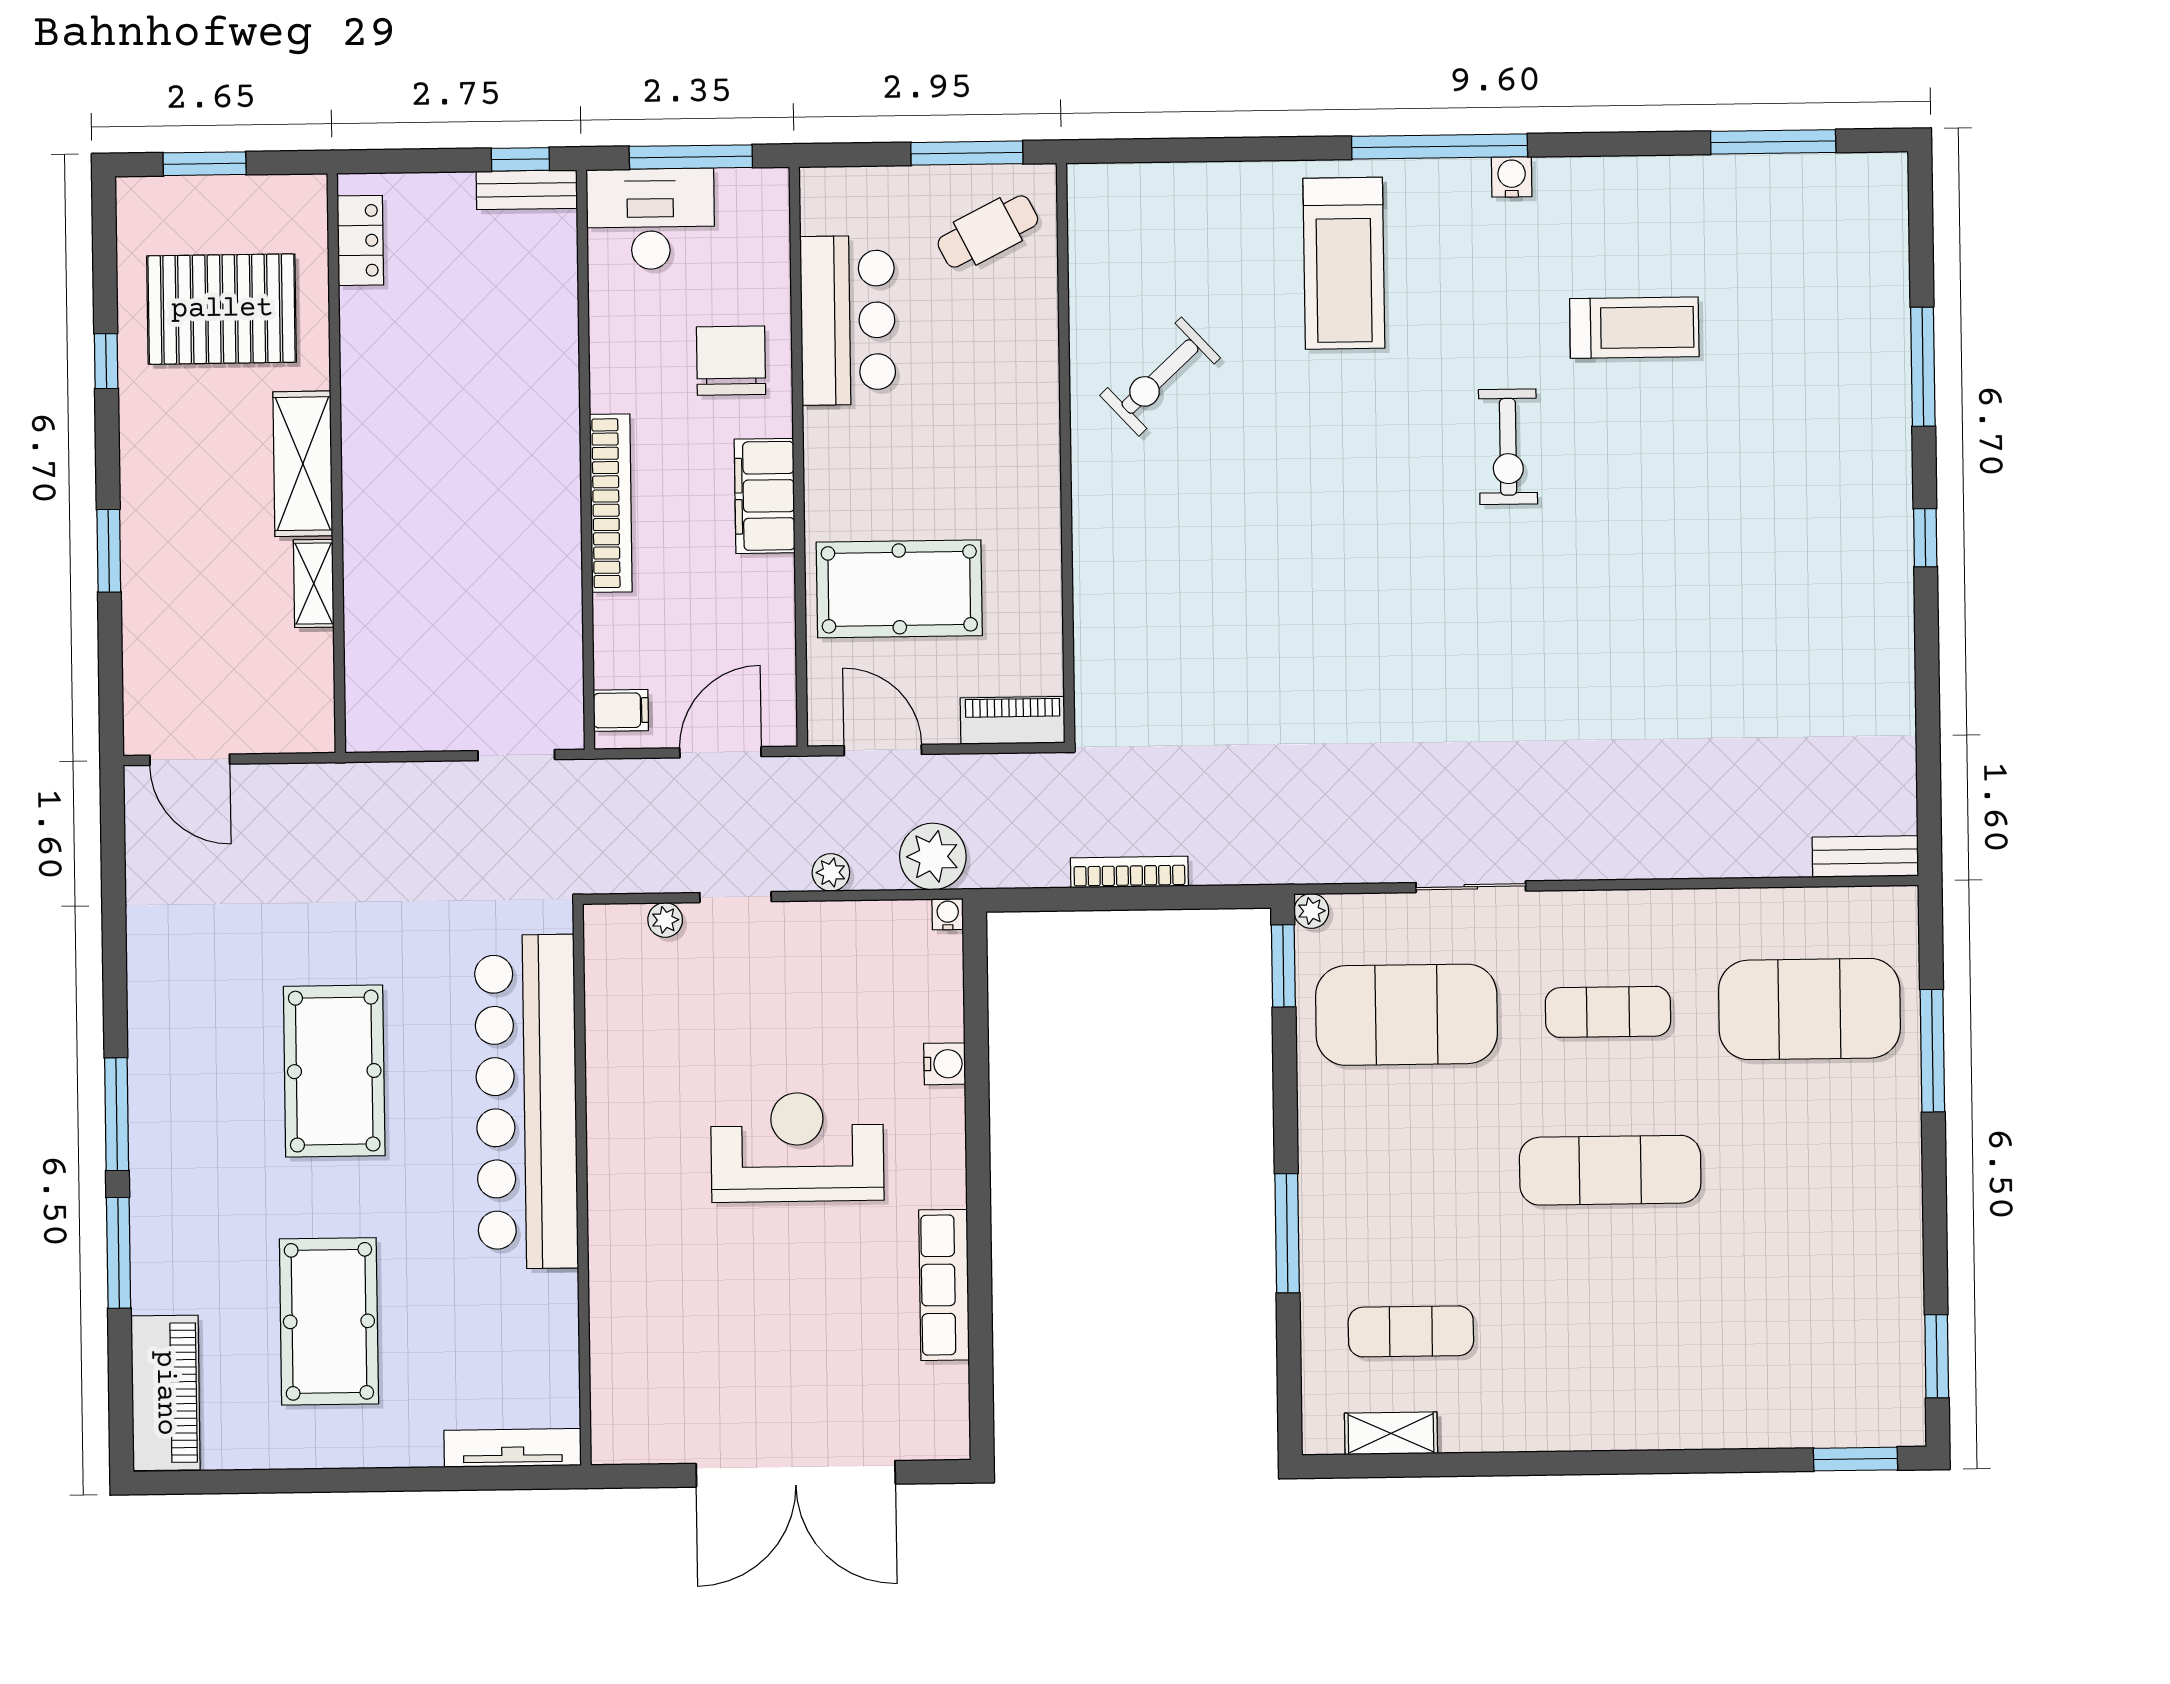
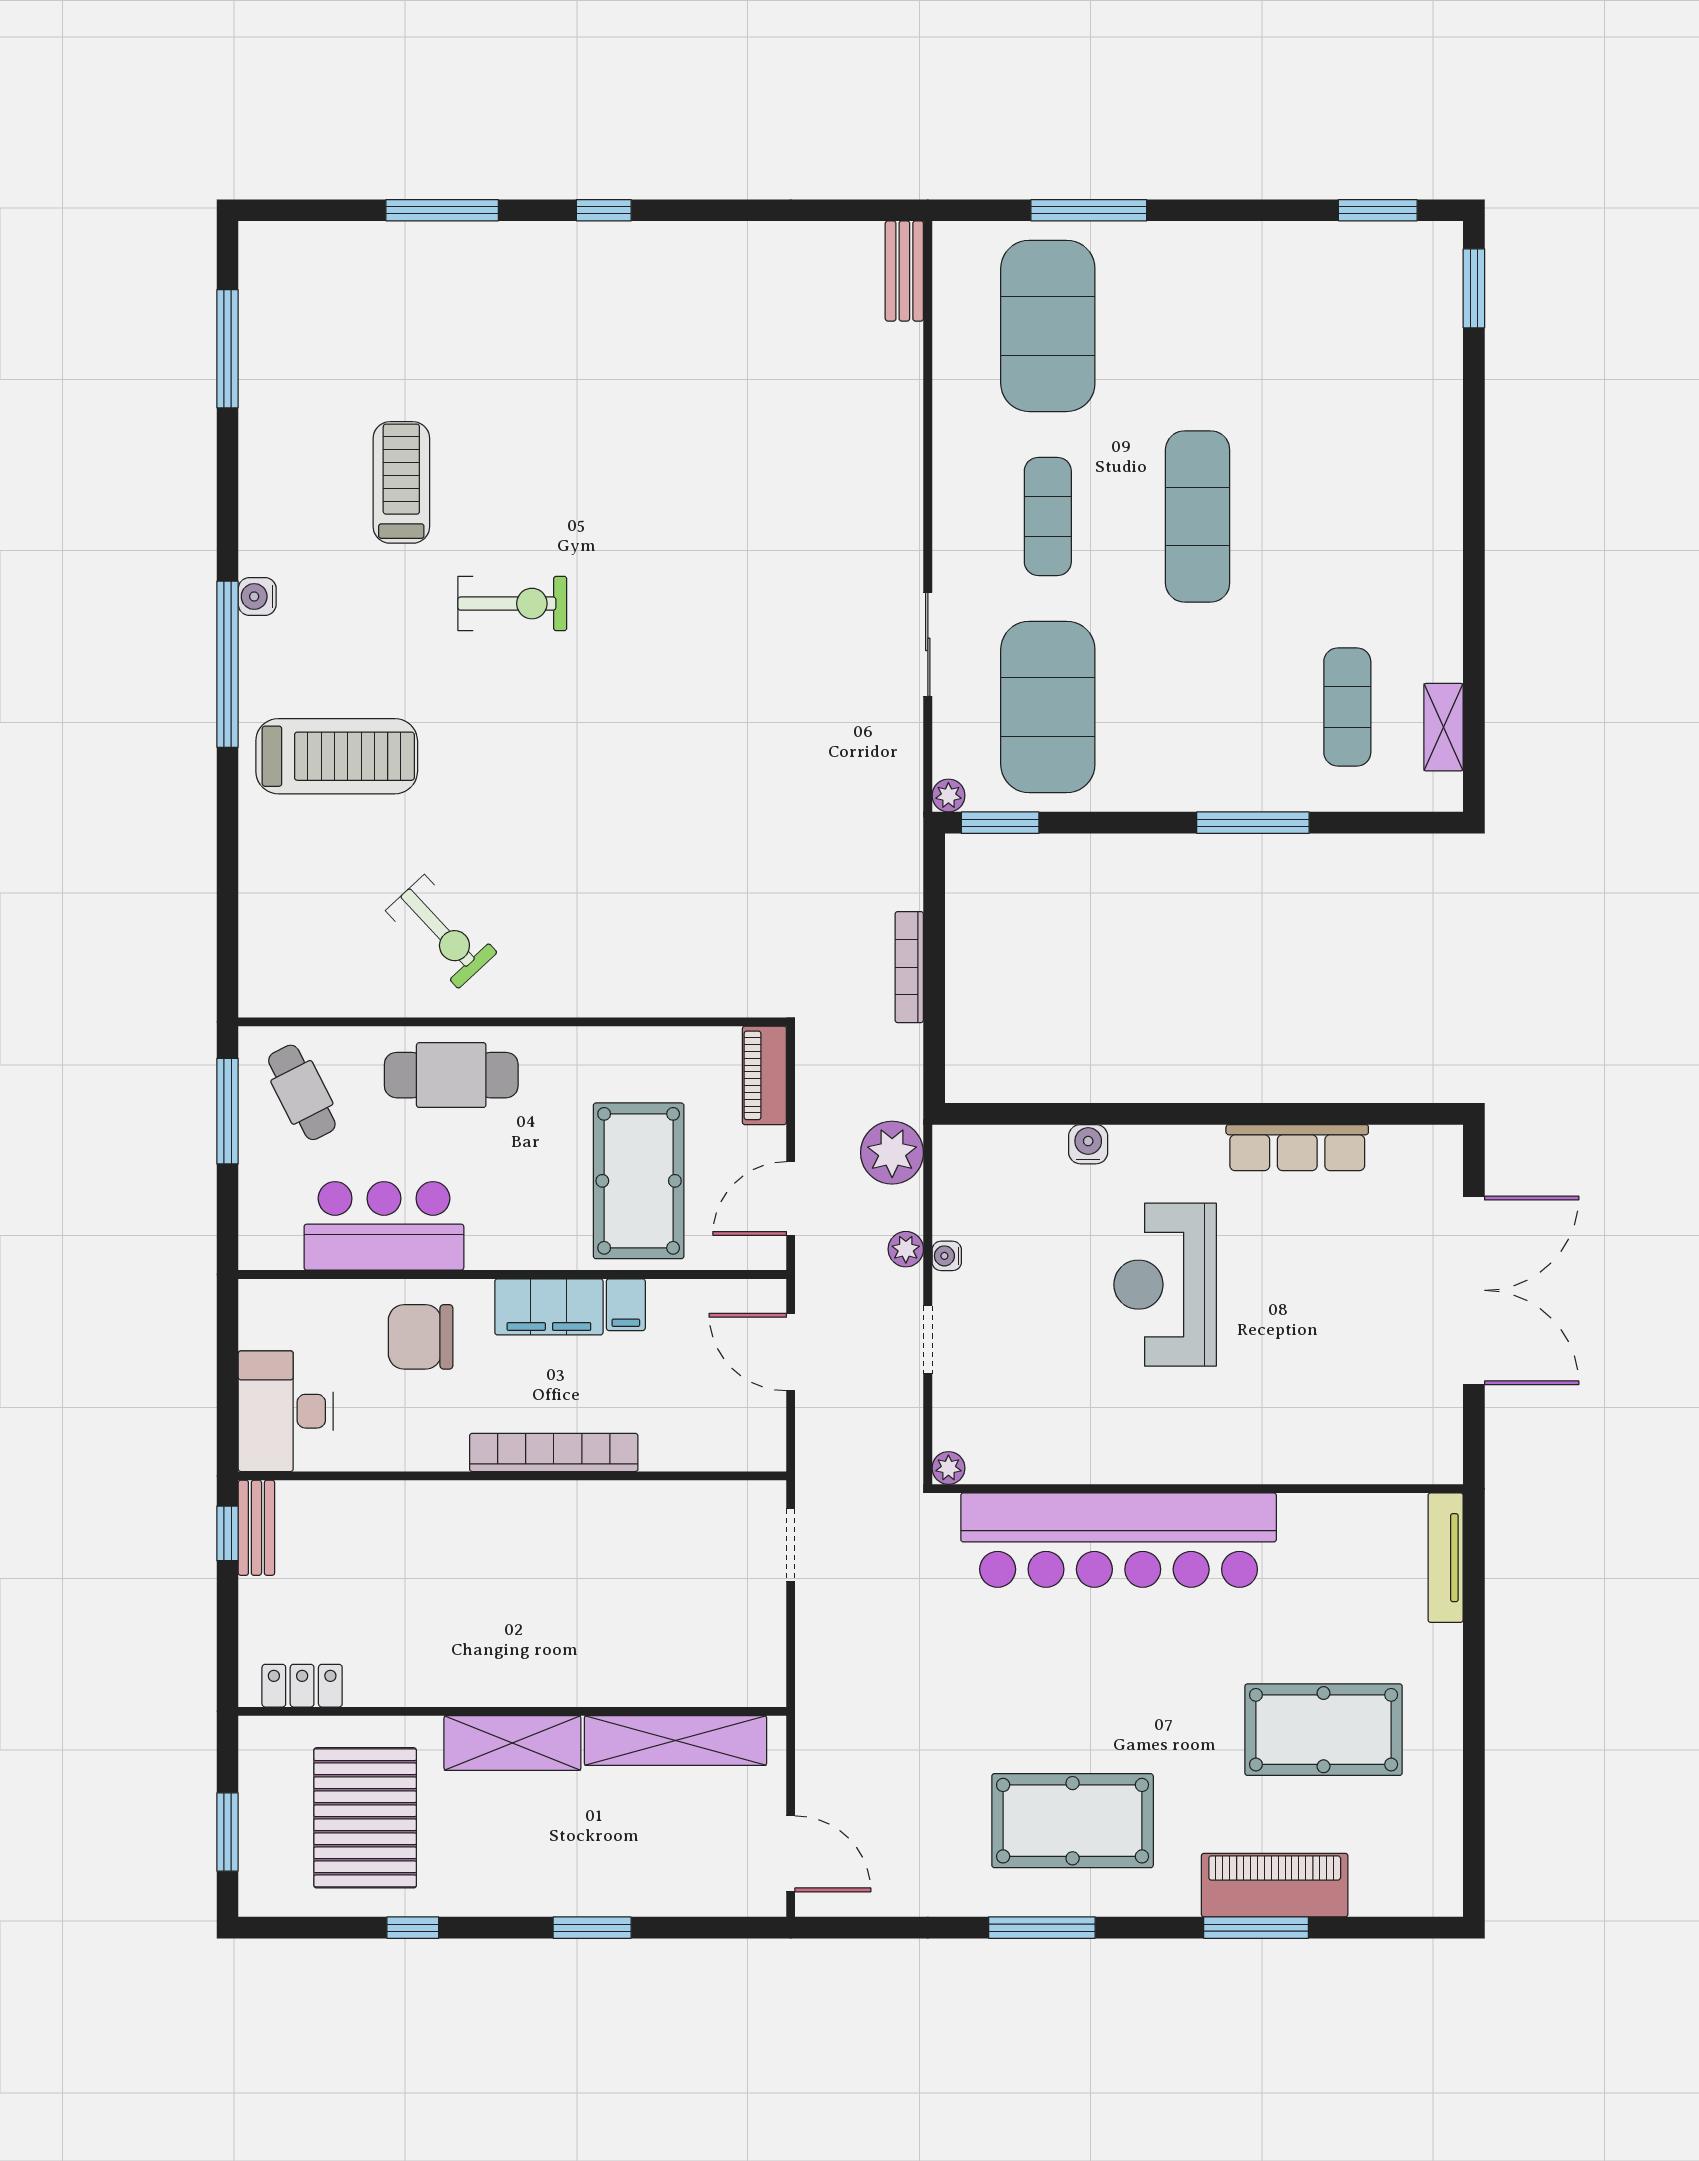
window: (691, 157) -> (228, 1372), removed
cafe table: (1008, 389) -> (451, 1075), added
shelving: (314, 583) -> (676, 1741), width x2.20, depth x1.33
filing cabinet: (621, 710) -> (626, 1305), moved, turned 180
door: (190, 760) -> (791, 1854), hinge flipped
water cooler: (948, 914) -> (947, 1256), moved
plant: (665, 920) -> (948, 1468), moved
pool table: (334, 1071) -> (1073, 1821), moved
window: (117, 1114) -> (1042, 1928), moved
piano: (165, 1393) -> (1275, 1885), moved

